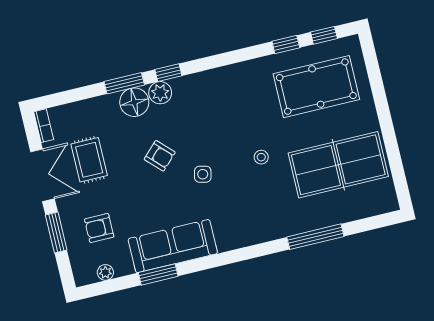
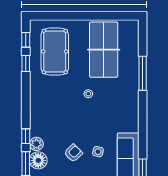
side table: (203, 174) -> (98, 152), moved

